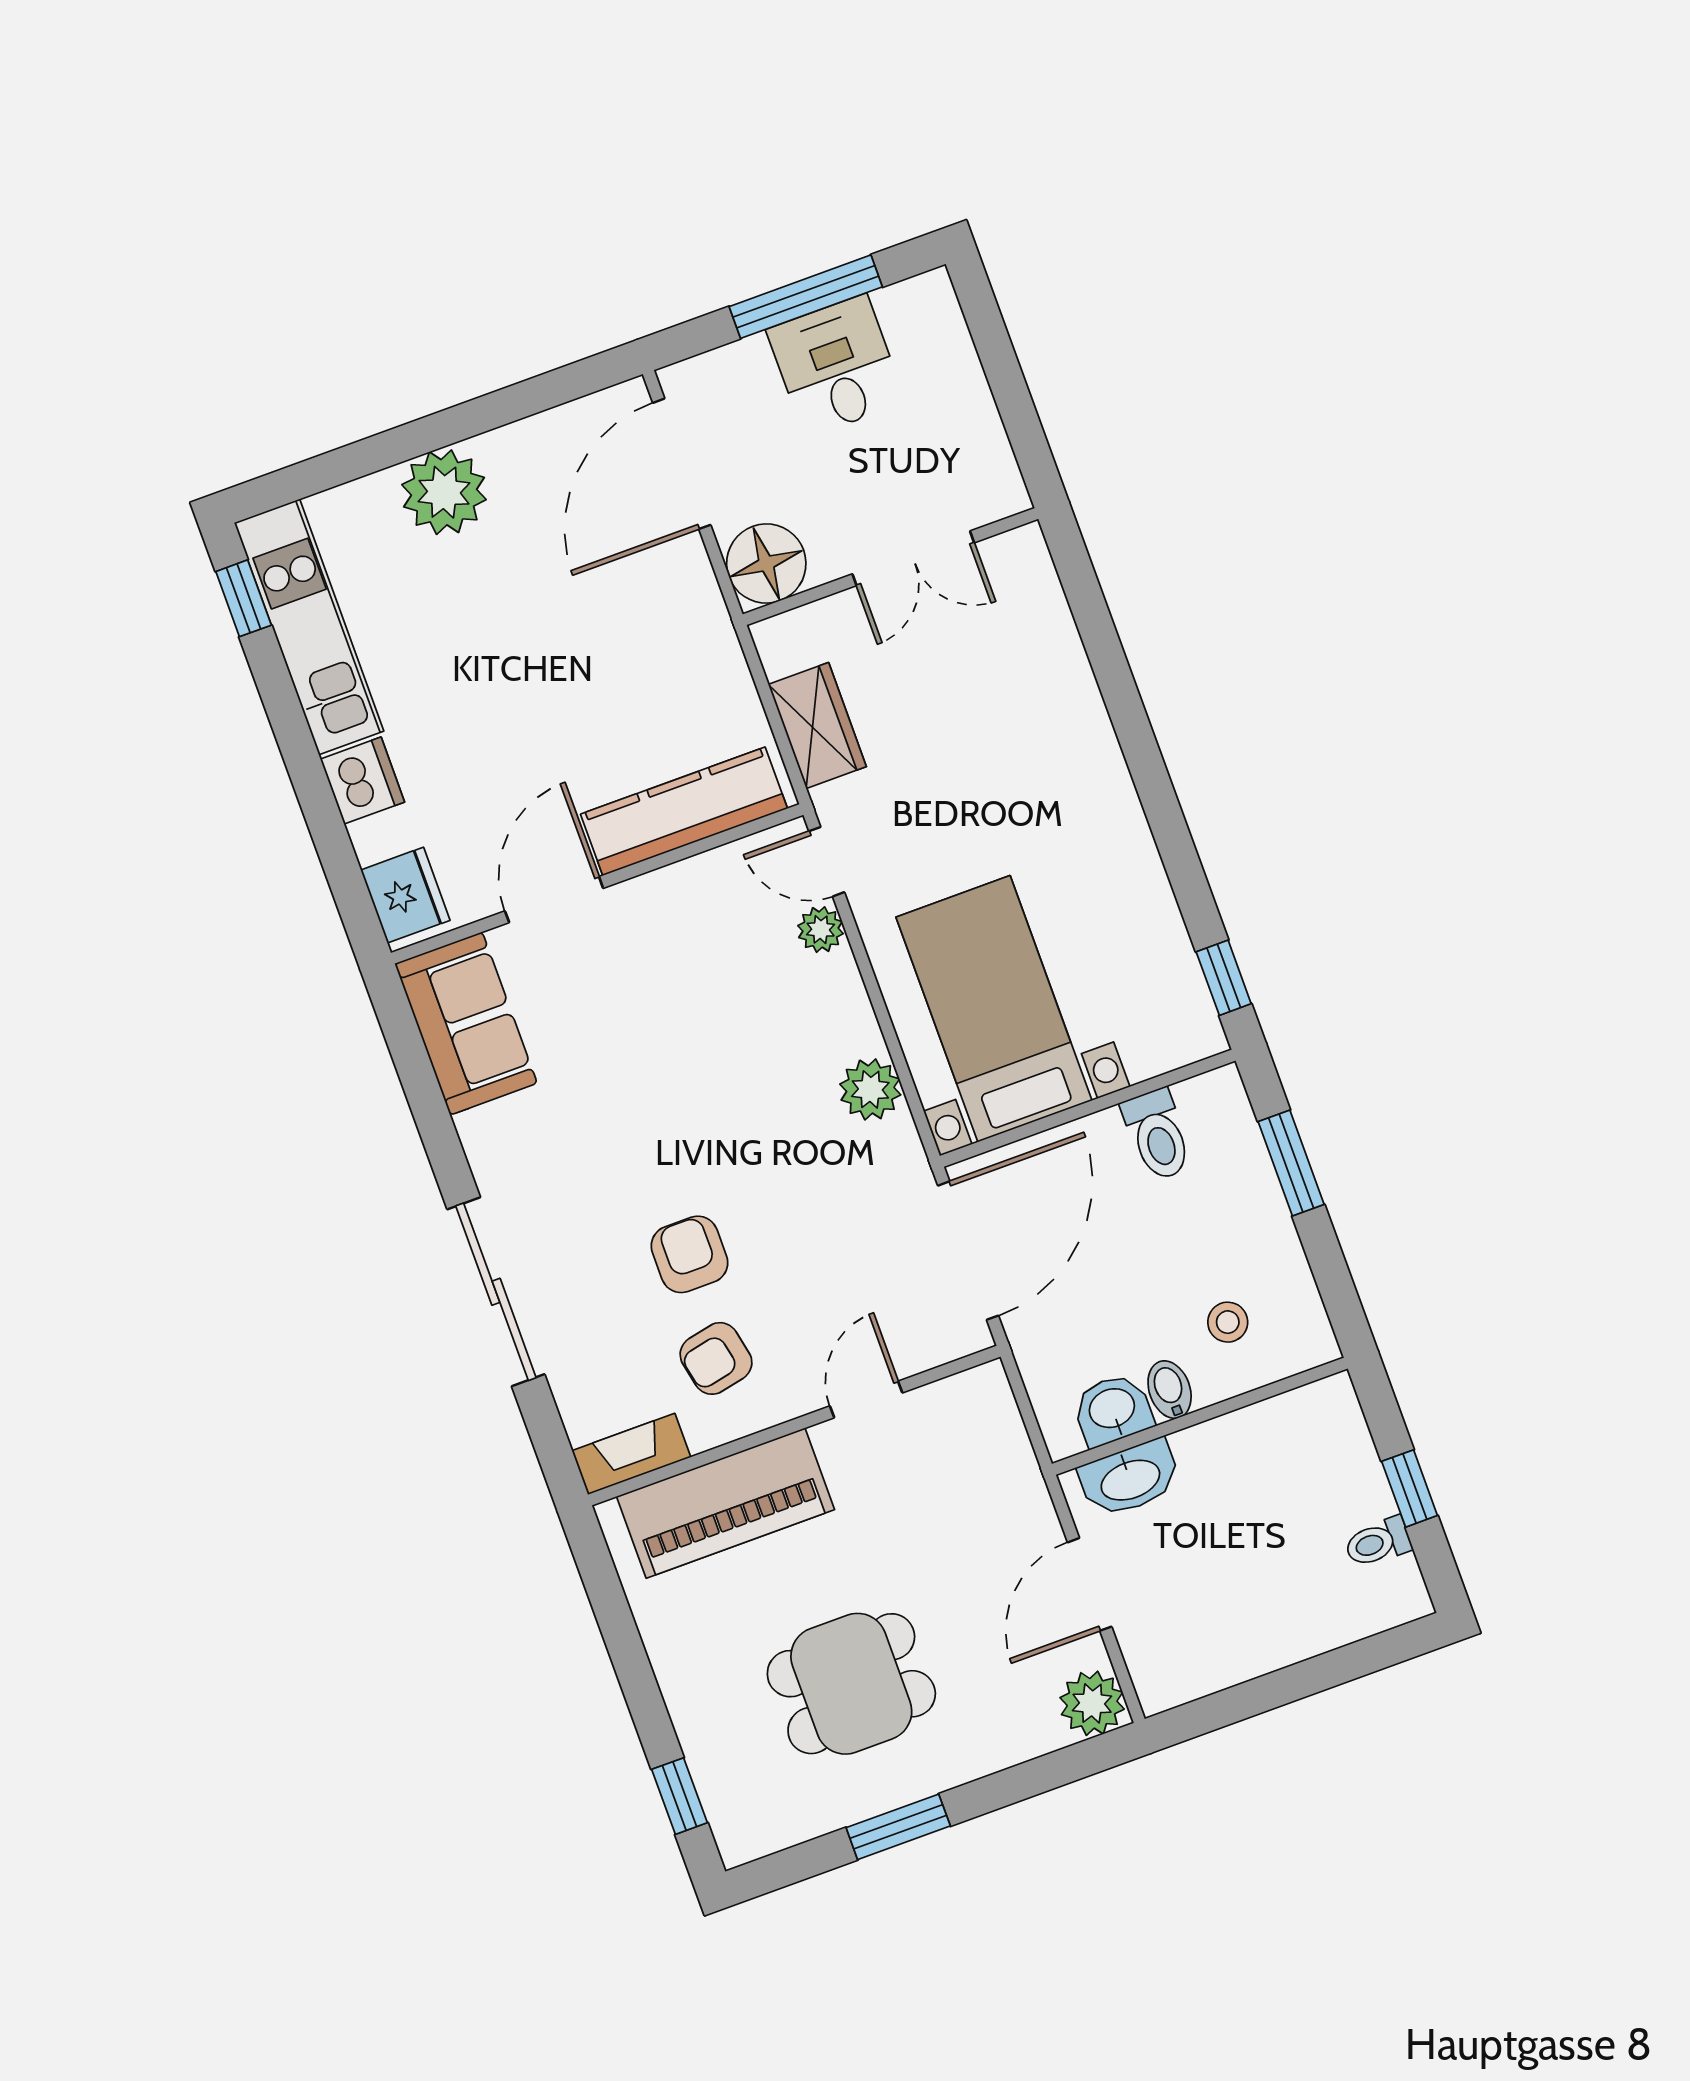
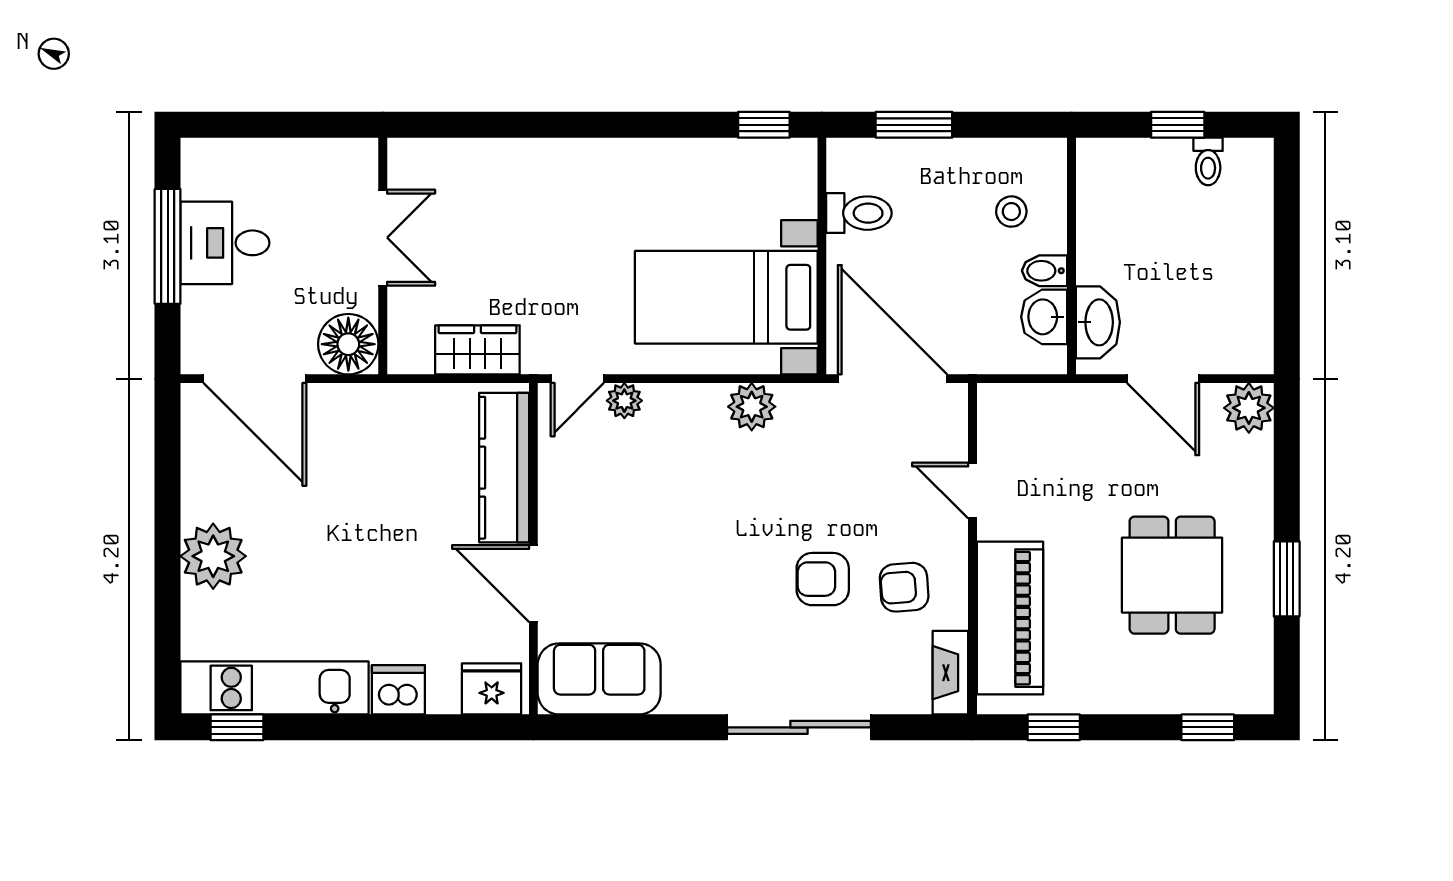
armchair: (716, 1358) -> (904, 587), turned 98
window: (610, 1606) -> (1054, 727), added

